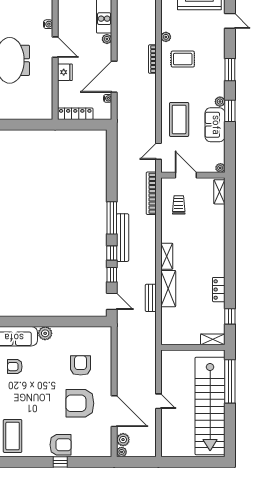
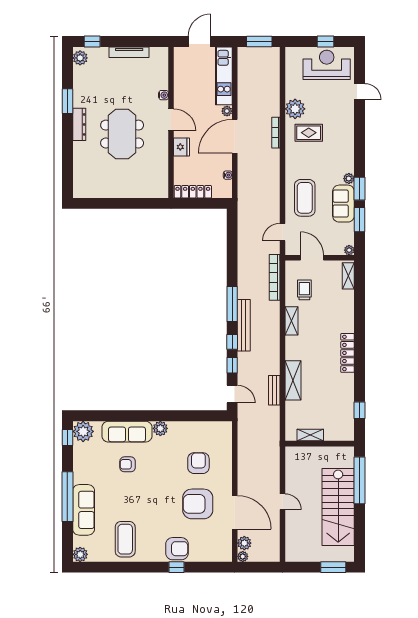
plant: (166, 37) -> (295, 109), width x1.88, depth x1.88
window: (230, 70) -> (360, 220), moved
door: (114, 77) -> (235, 136), moved
shelving: (167, 256) -> (292, 321), moved
locker: (219, 290) -> (348, 353), moved, width x1.53
shelving: (213, 339) -> (310, 435), moved
stairs: (210, 406) -> (338, 507), width x0.73
window: (206, 462) -> (333, 567), added

